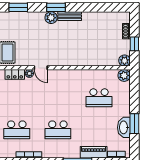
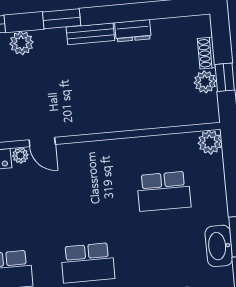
dresser: (91, 17) -> (133, 31), added
plant: (51, 18) -> (22, 43), moved
plant: (124, 61) -> (205, 82), moved

